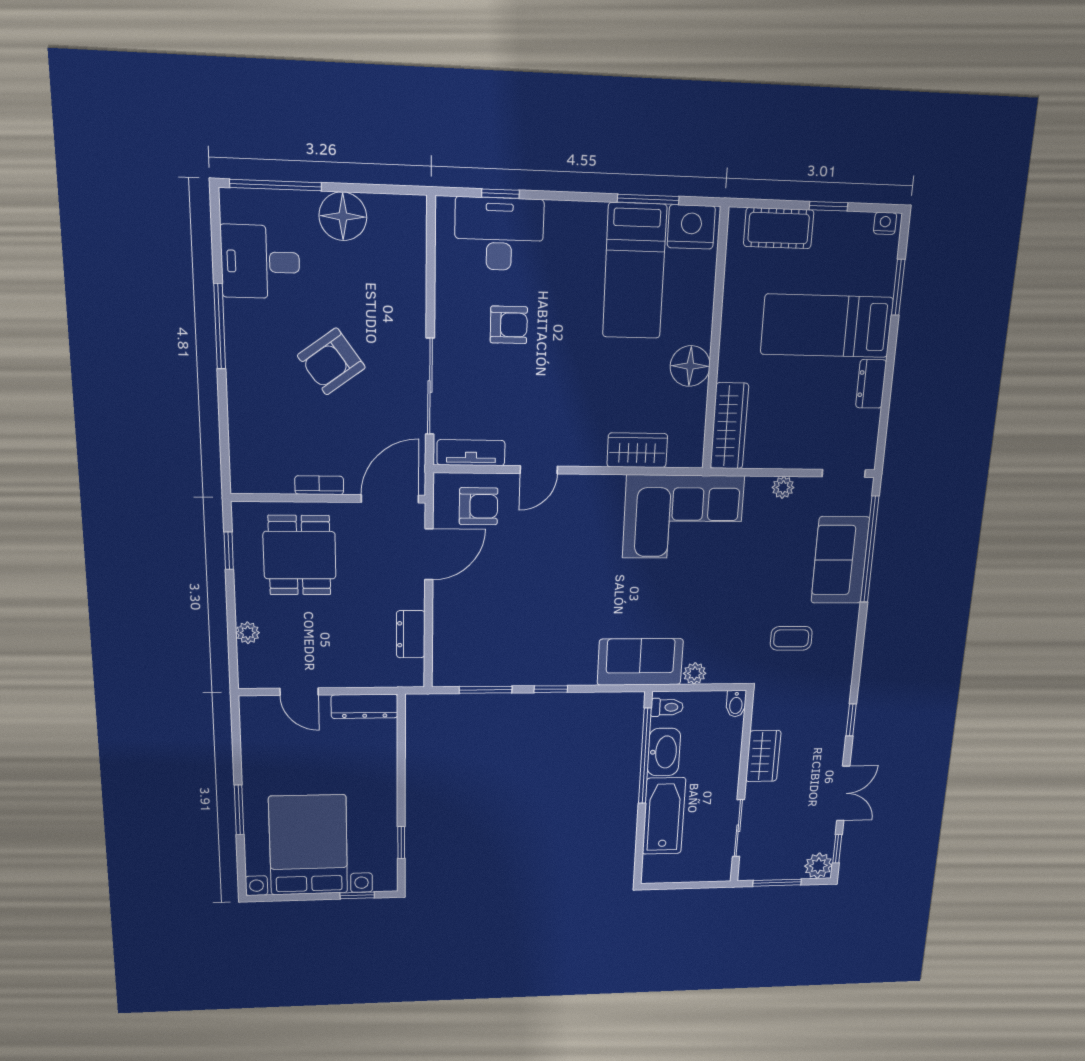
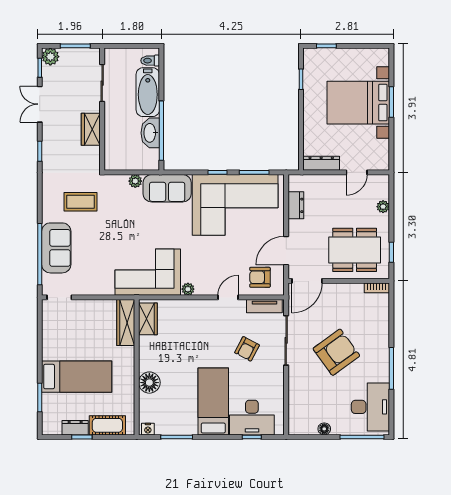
floor lamp: (343, 216) -> (324, 429), width x0.53, depth x0.53
nightstand: (885, 223) -> (51, 430), removed
nightstand: (691, 227) -> (148, 429), width x0.53, depth x0.56
desk: (260, 262) -> (370, 407), width x1.37
bed: (635, 271) -> (213, 402), moved
armchair: (509, 325) -> (247, 349), moved, turned -62
armchair: (331, 361) -> (336, 352), width x1.36, depth x1.36
floor lamp: (690, 366) -> (149, 383), moved
dresser: (871, 384) -> (75, 428), moved, turned -90
wardrobe: (637, 450) -> (148, 319), moved, turned -90
bookcase: (319, 485) -> (377, 288), moved
plant: (783, 487) -> (188, 289), moved
dining table: (300, 555) -> (355, 250), width x1.38
corner sofa: (521, 634) -> (235, 205), added
coffee table: (791, 638) -> (80, 202), width x1.36, depth x1.30
door: (299, 692) -> (357, 172), swing flipped
bidet: (736, 704) -> (110, 162), removed
toilet: (667, 707) -> (150, 61), moved
bed with nightstands: (308, 845) -> (358, 103), moved, turned 90

